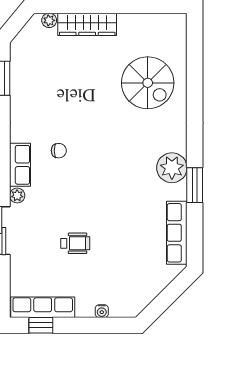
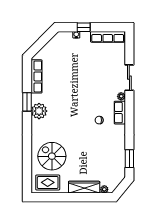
rug: (156, 33) -> (48, 182), added
wheelchair: (75, 243) -> (90, 71), removed
window: (41, 325) -> (84, 27), moved

